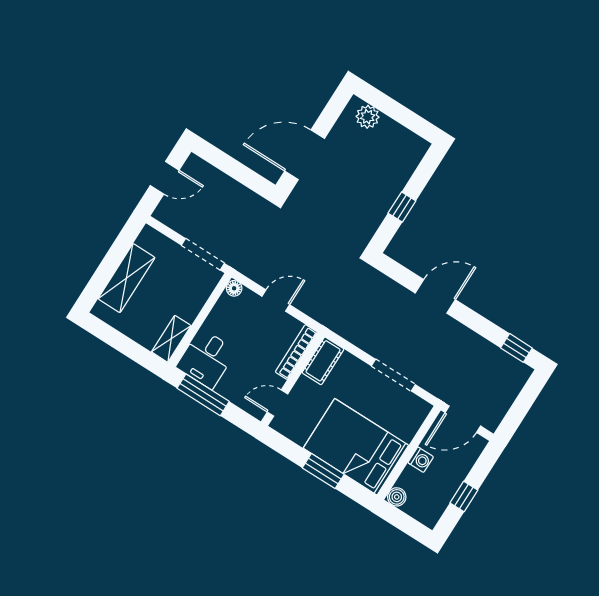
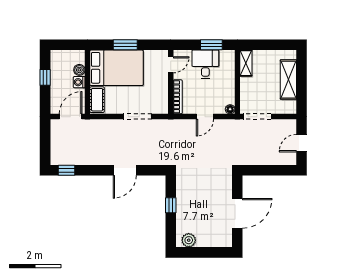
plant: (368, 117) -> (189, 240), moved
door: (305, 155) -> (237, 213), moved
desk: (206, 359) -> (205, 64), moved
cot: (323, 361) -> (97, 100), moved
doorway: (393, 375) -> (138, 117), moved
window: (203, 395) -> (211, 45), width x0.69
boiler: (397, 497) -> (79, 70), moved

